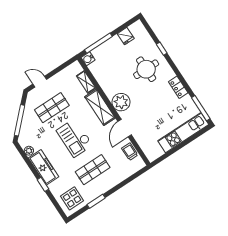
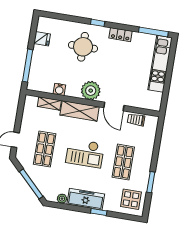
window: (162, 49) -> (98, 23), moved
water cooler: (88, 59) -> (59, 89), moved

